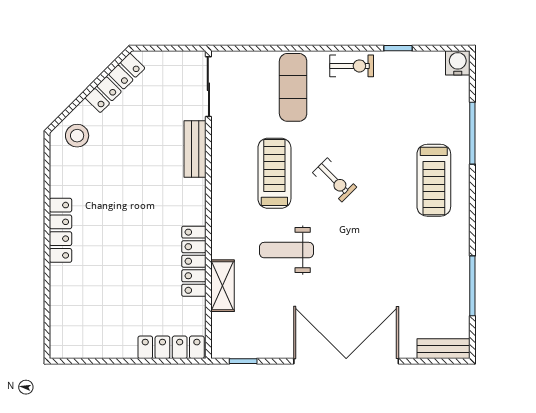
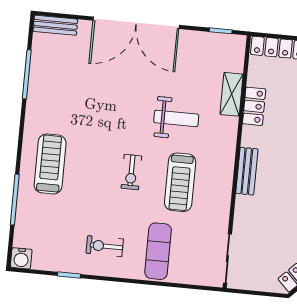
exercise bike: (352, 66) -> (105, 246), moved
bench: (195, 149) -> (247, 171), moved
exercise bike: (335, 180) -> (131, 172), turned -135
locker: (194, 261) -> (254, 106), width x0.66

